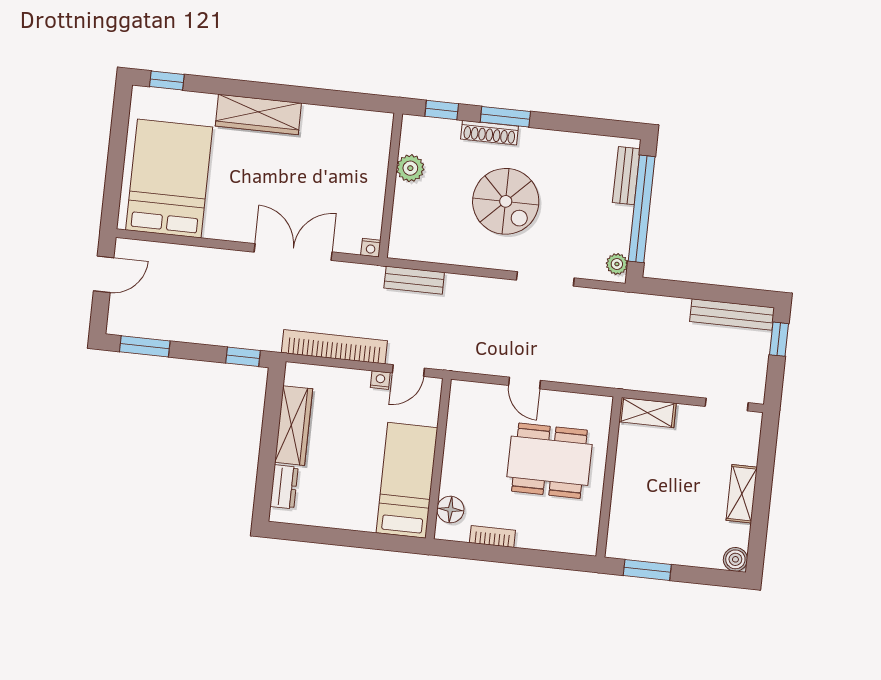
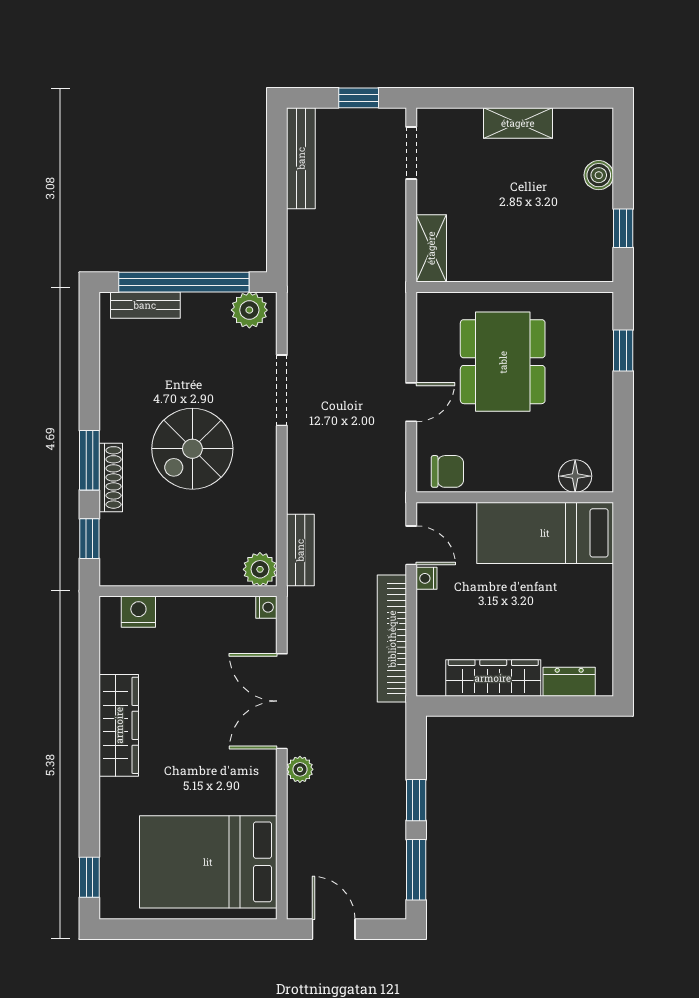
wardrobe: (258, 114) -> (119, 725), moved
nightstand: (378, 143) -> (138, 612), added
plant: (410, 168) -> (260, 569), moved
spiral stairs: (506, 201) -> (192, 449), turned 180
plant: (236, 261) -> (300, 769), added
plant: (617, 264) -> (249, 310), width x1.38, depth x1.38
window: (779, 339) -> (359, 98), moved
window: (243, 357) -> (416, 800), moved
chair: (465, 406) -> (447, 471), added
bookcase: (492, 536) -> (603, 421), removed
window: (548, 559) -> (623, 351), added
boiler: (735, 559) -> (599, 175), moved
window: (647, 570) -> (623, 228), width x0.67

